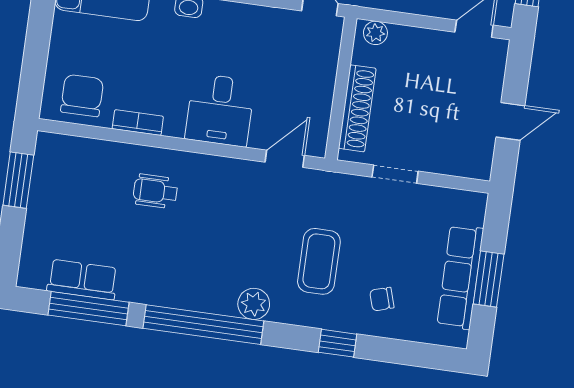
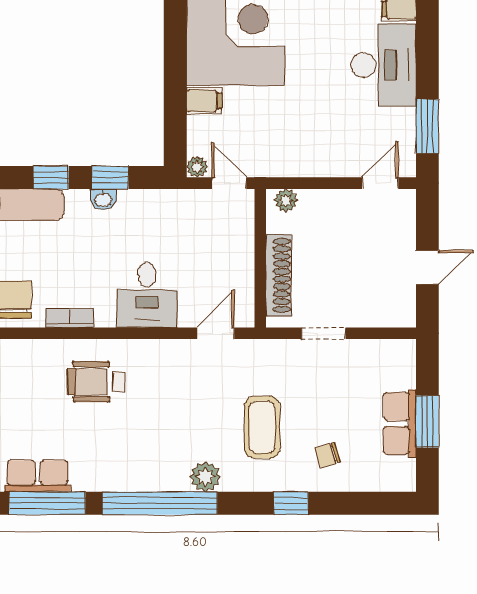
wheelchair: (155, 191) -> (96, 382), width x1.36, depth x1.37
row of seats: (460, 277) -> (400, 423), width x0.68

